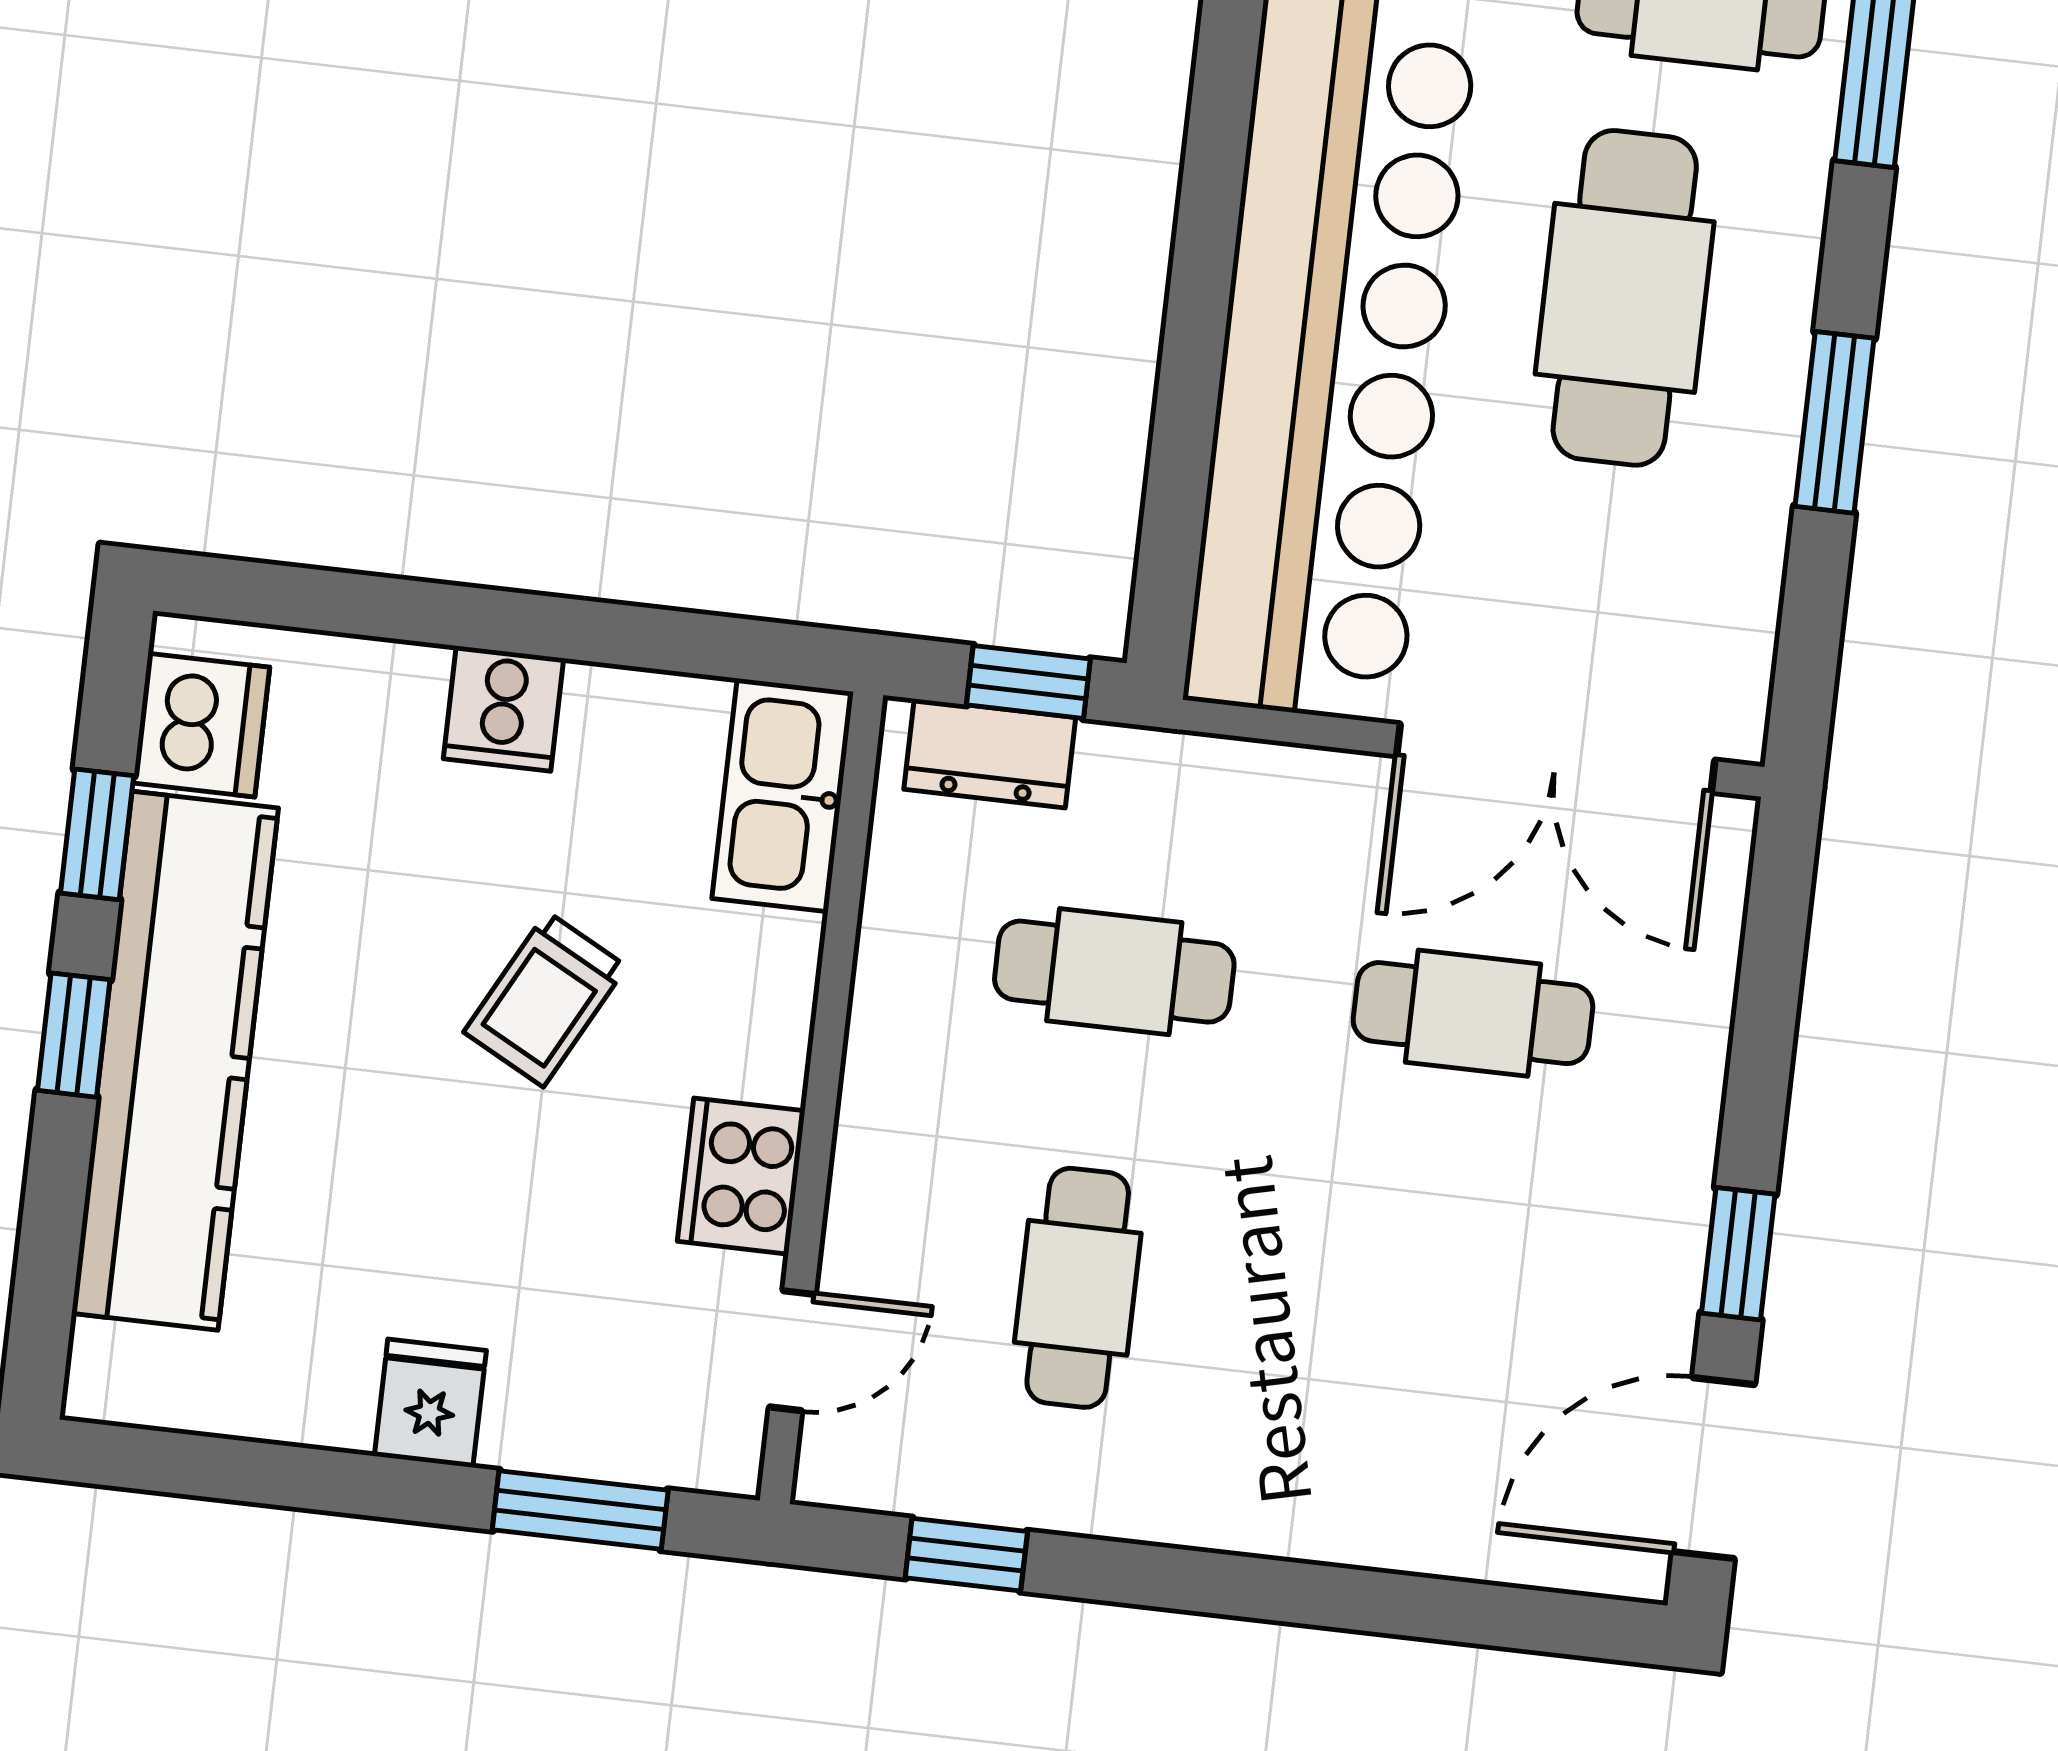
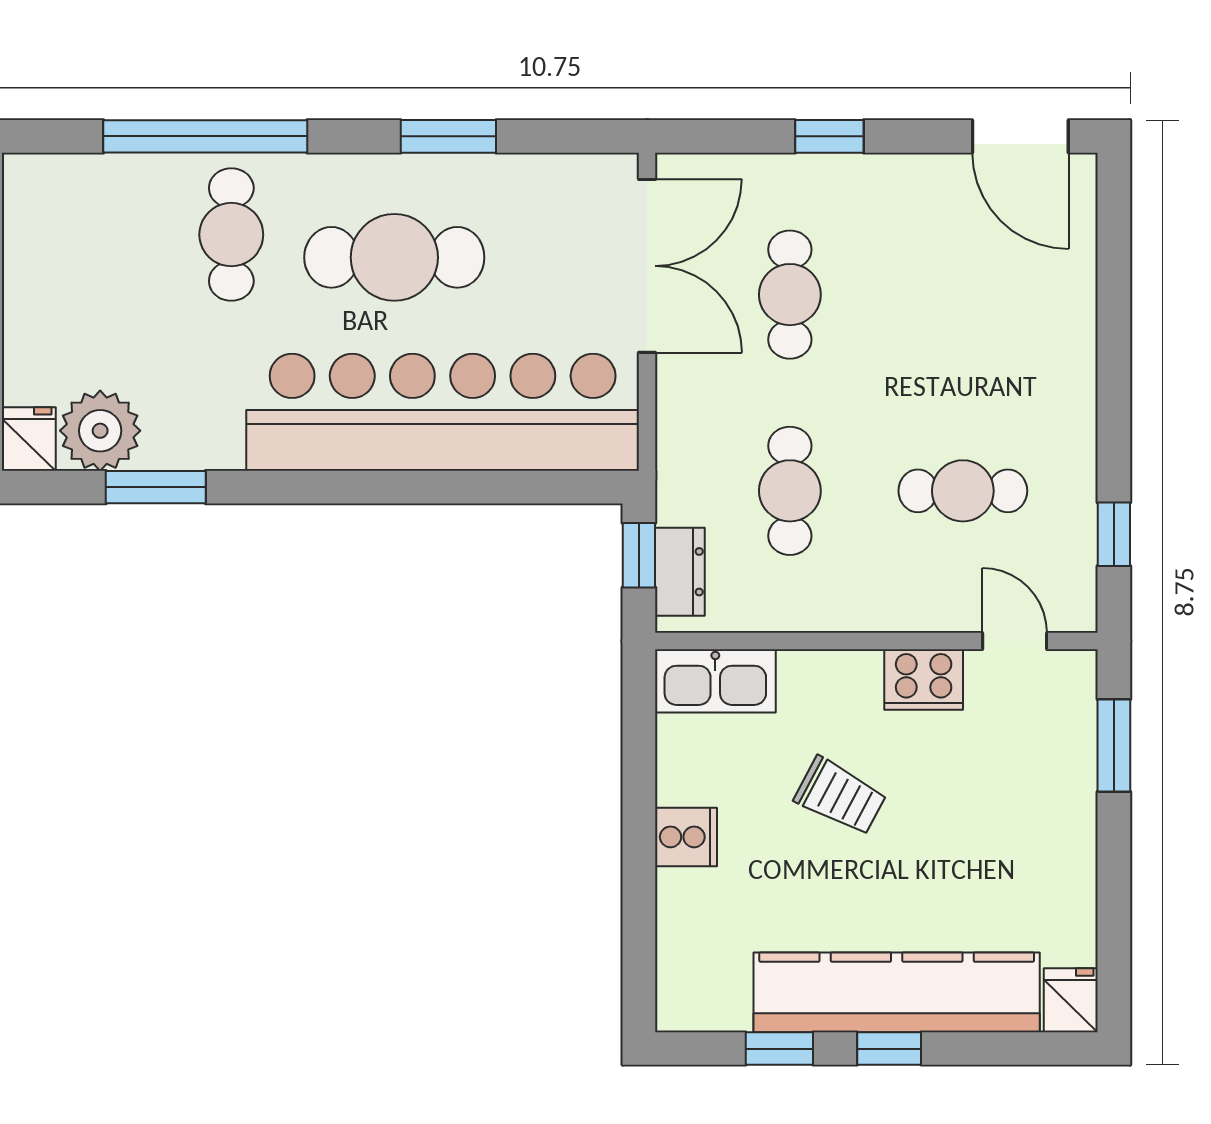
dishwasher: (201, 725) -> (714, 999), removed
window: (1738, 1254) -> (829, 136), moved
fridge: (430, 1403) -> (1071, 1000), moved, turned 90

